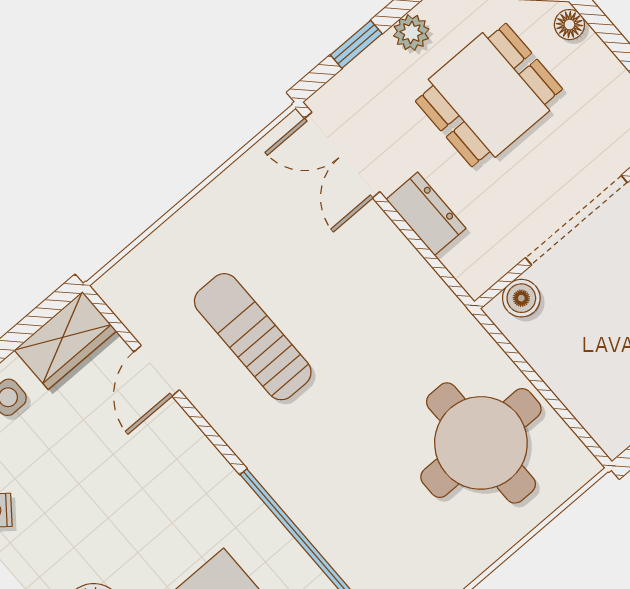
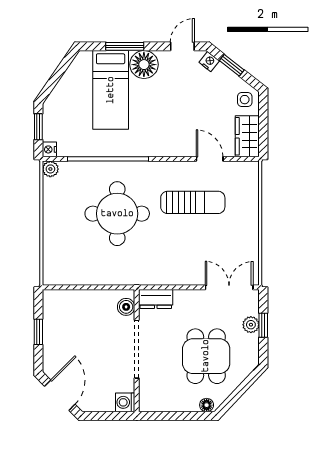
plant: (411, 32) -> (251, 325), moved
dresser: (426, 214) -> (156, 299), moved
round table: (481, 443) -> (117, 214), moved

